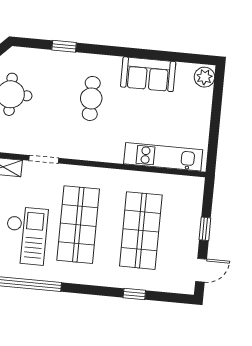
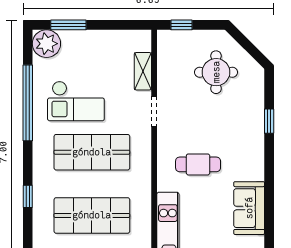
cafe table: (91, 98) -> (198, 164), moved
window: (134, 294) -> (28, 196), moved

